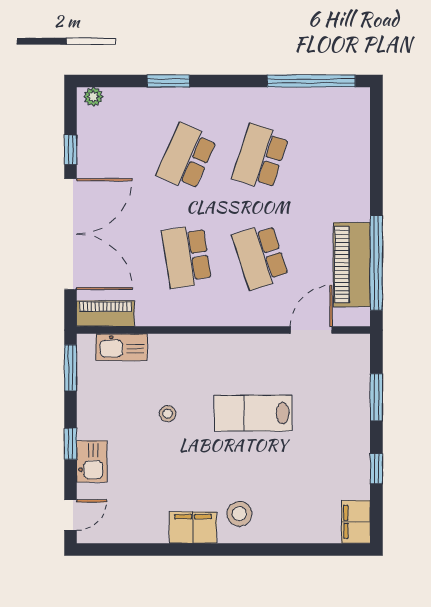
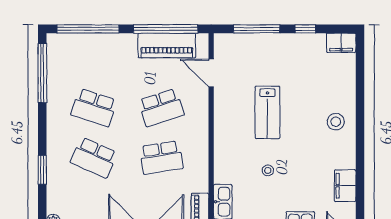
window: (376, 148) -> (88, 29), added
window: (376, 397) -> (257, 29), width x1.44
filing cabinet: (193, 528) -> (345, 186), moved

